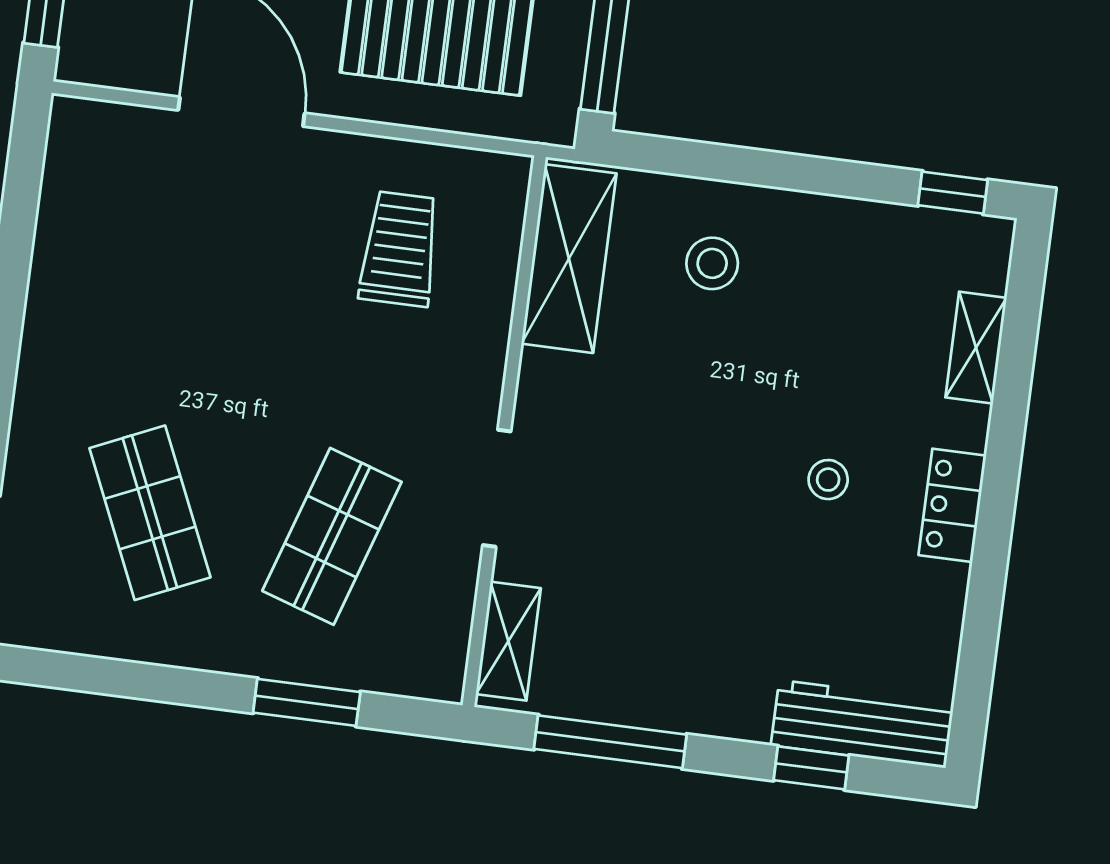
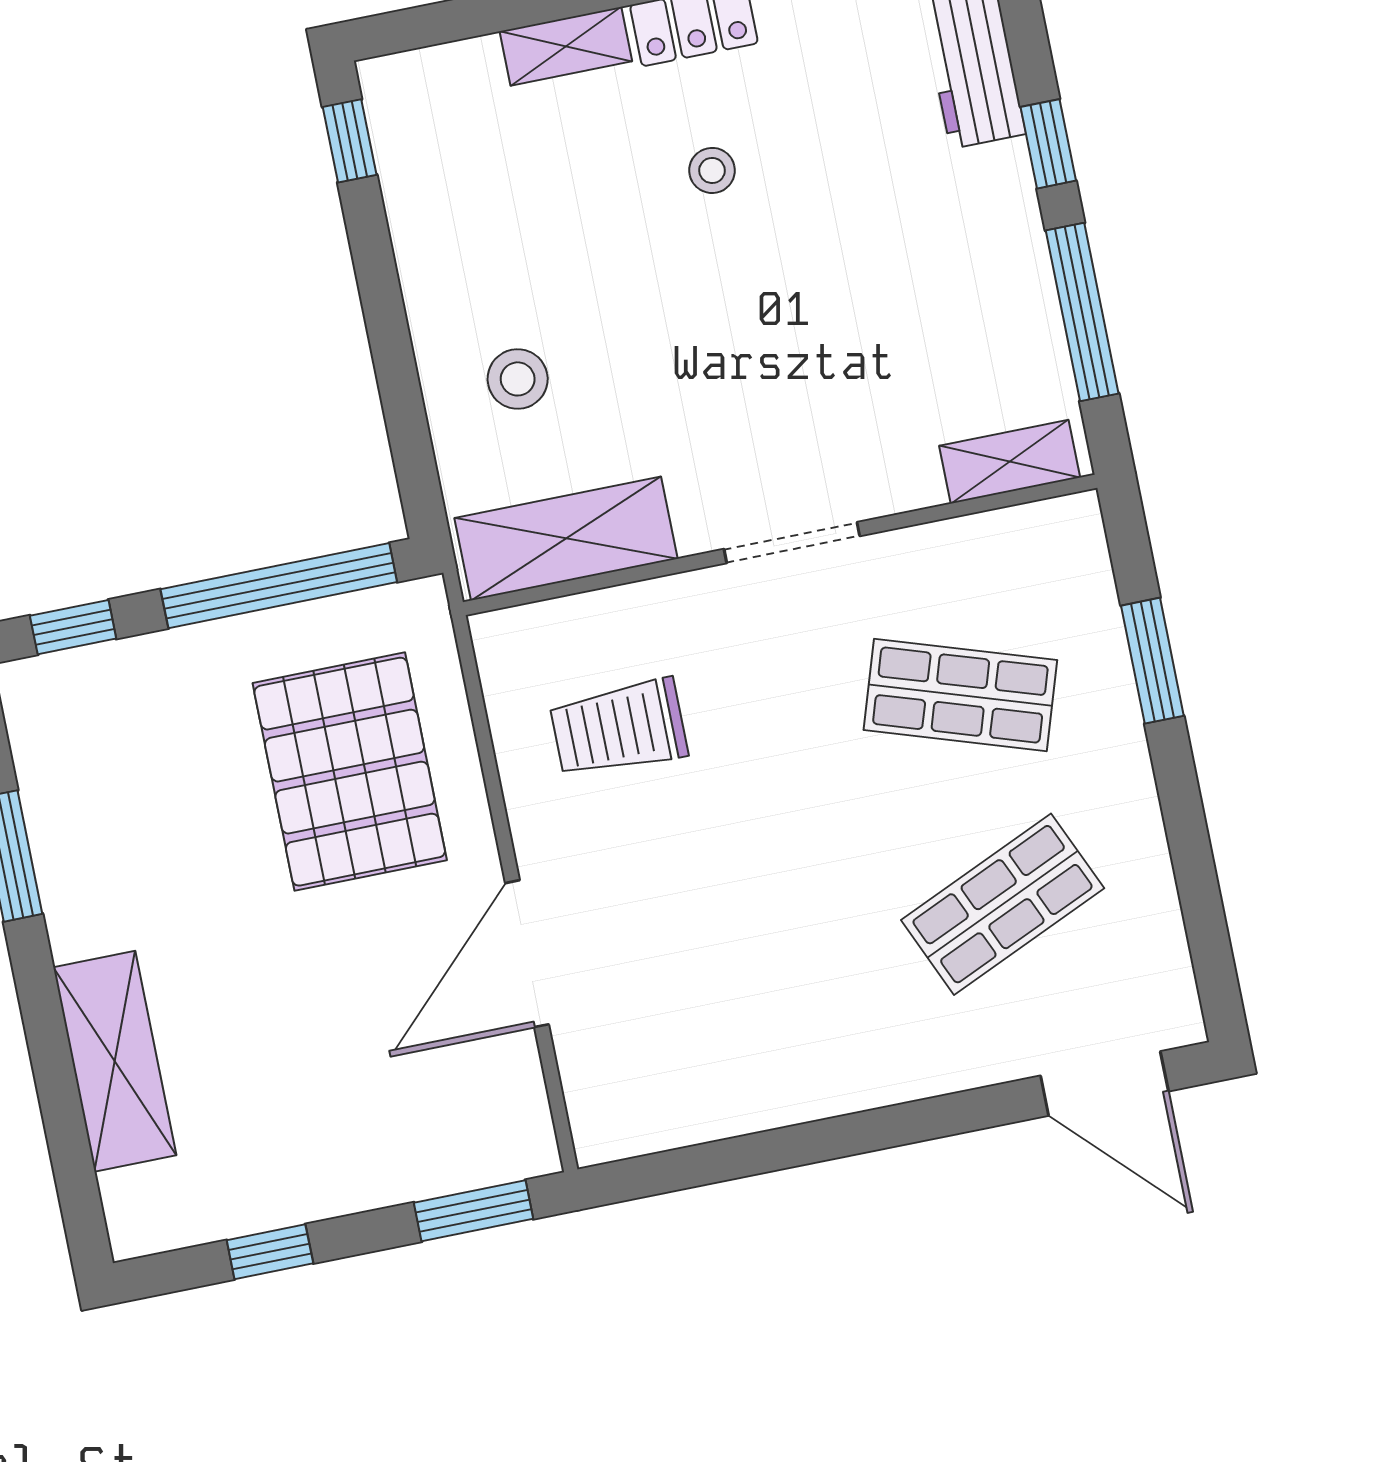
shelving: (976, 348) -> (566, 46), moved
doorway: (497, 488) -> (792, 543), moved
window: (811, 768) -> (1048, 144), moved

